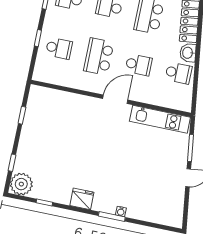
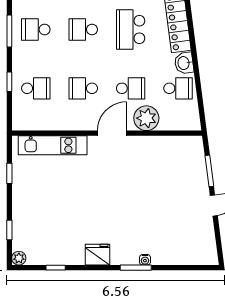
school desk: (99, 57) -> (83, 88), width x0.54
plant: (147, 93) -> (146, 118), added
kitchen unit: (160, 119) -> (53, 145), moved
plant: (21, 184) -> (19, 258), width x0.53, depth x0.53

